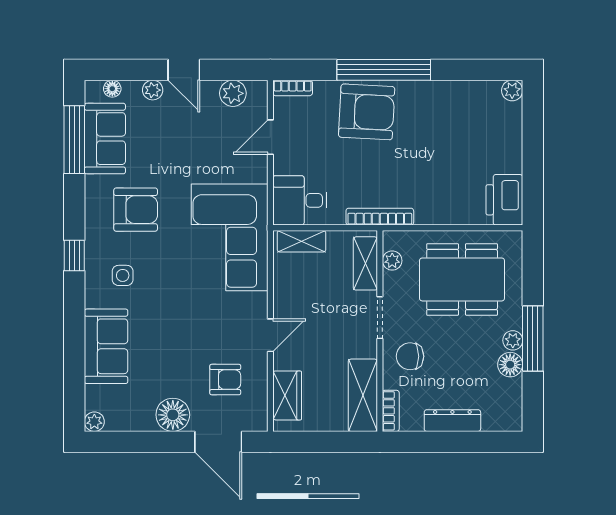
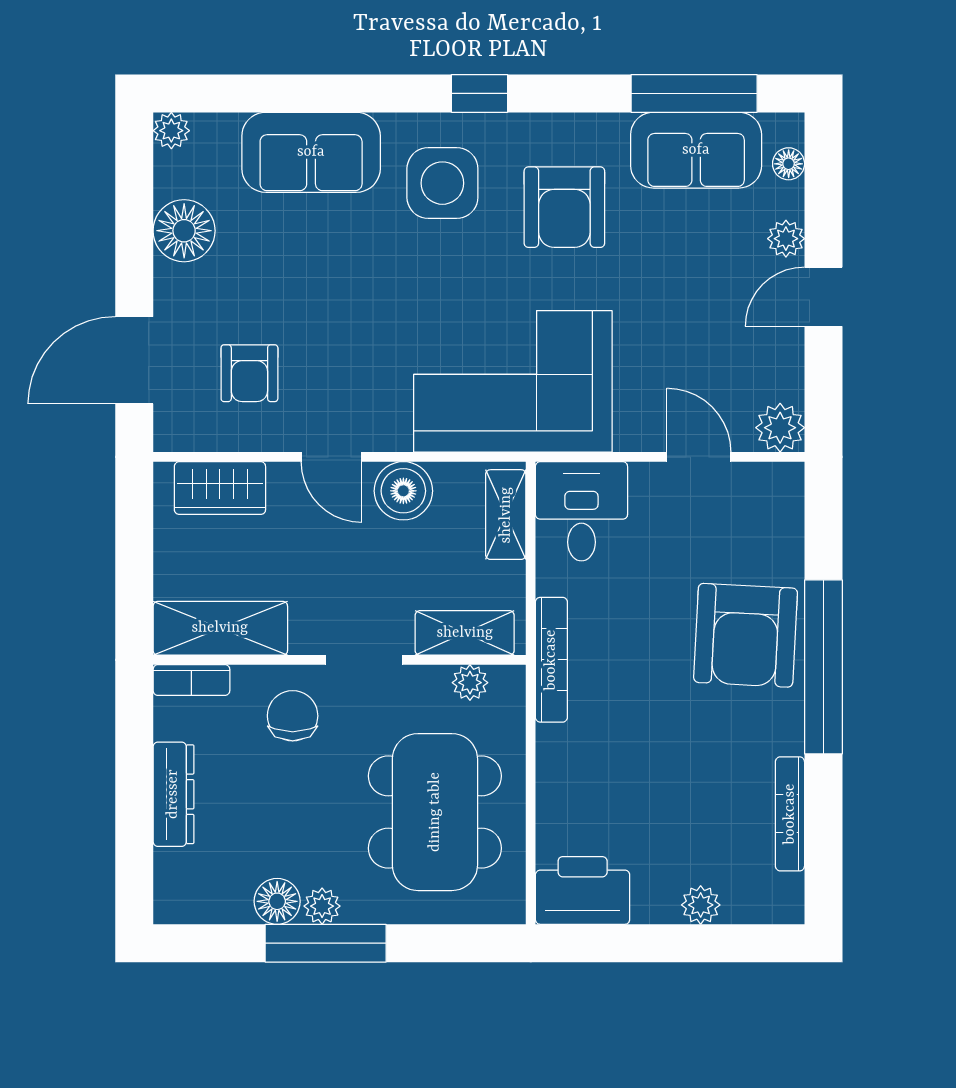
bookcase: (293, 88) -> (790, 814), moved, width x1.56
plant: (512, 91) -> (701, 905), moved
plant: (233, 93) -> (780, 428), moved
side table: (123, 275) -> (442, 183), width x1.87, depth x1.87
boiler: (289, 297) -> (403, 491), added
floor lamp: (173, 415) -> (184, 231), moved

